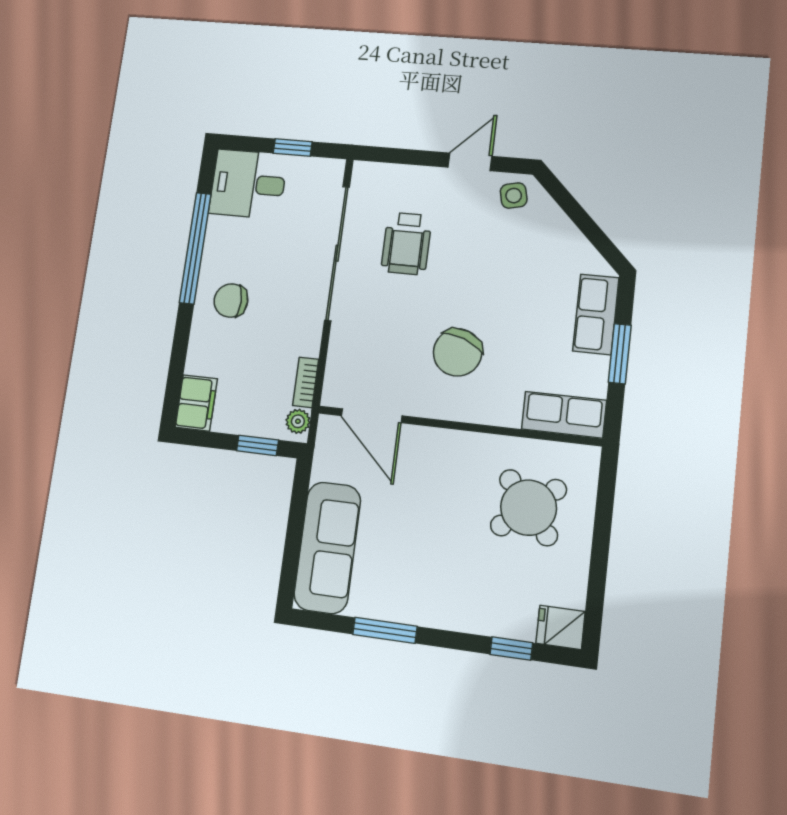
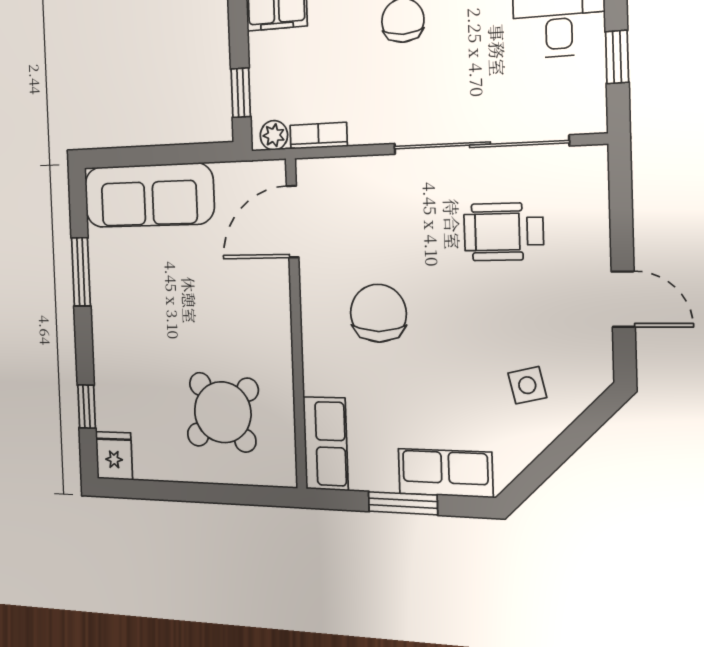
side table: (514, 196) -> (527, 385), moved
chair: (458, 352) -> (378, 313), turned 69

